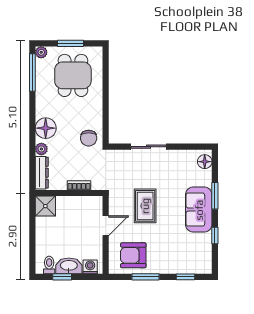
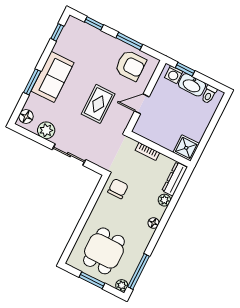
floor lamp: (46, 128) -> (154, 223), width x0.53, depth x0.53
plant: (180, 158) -> (46, 130), added
window: (215, 236) -> (57, 32), moved
window: (62, 277) -> (185, 69), moved

